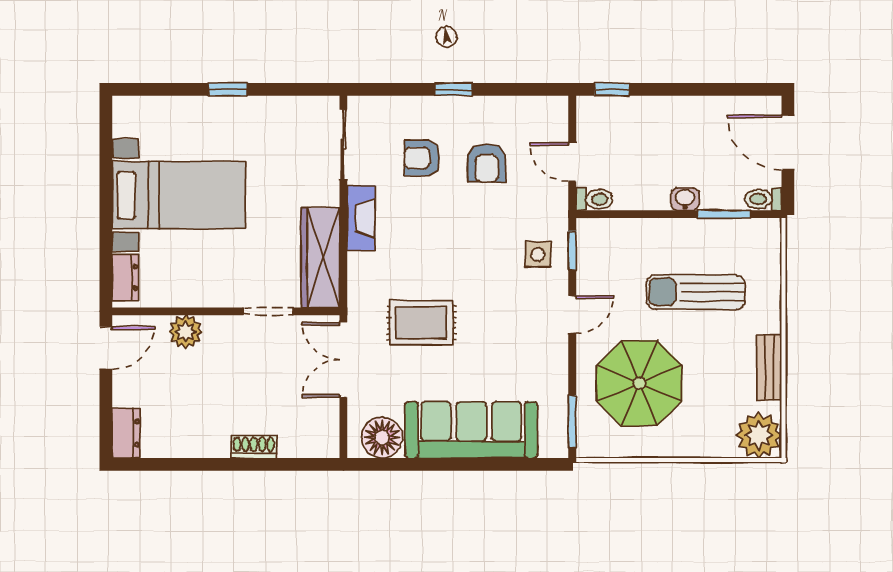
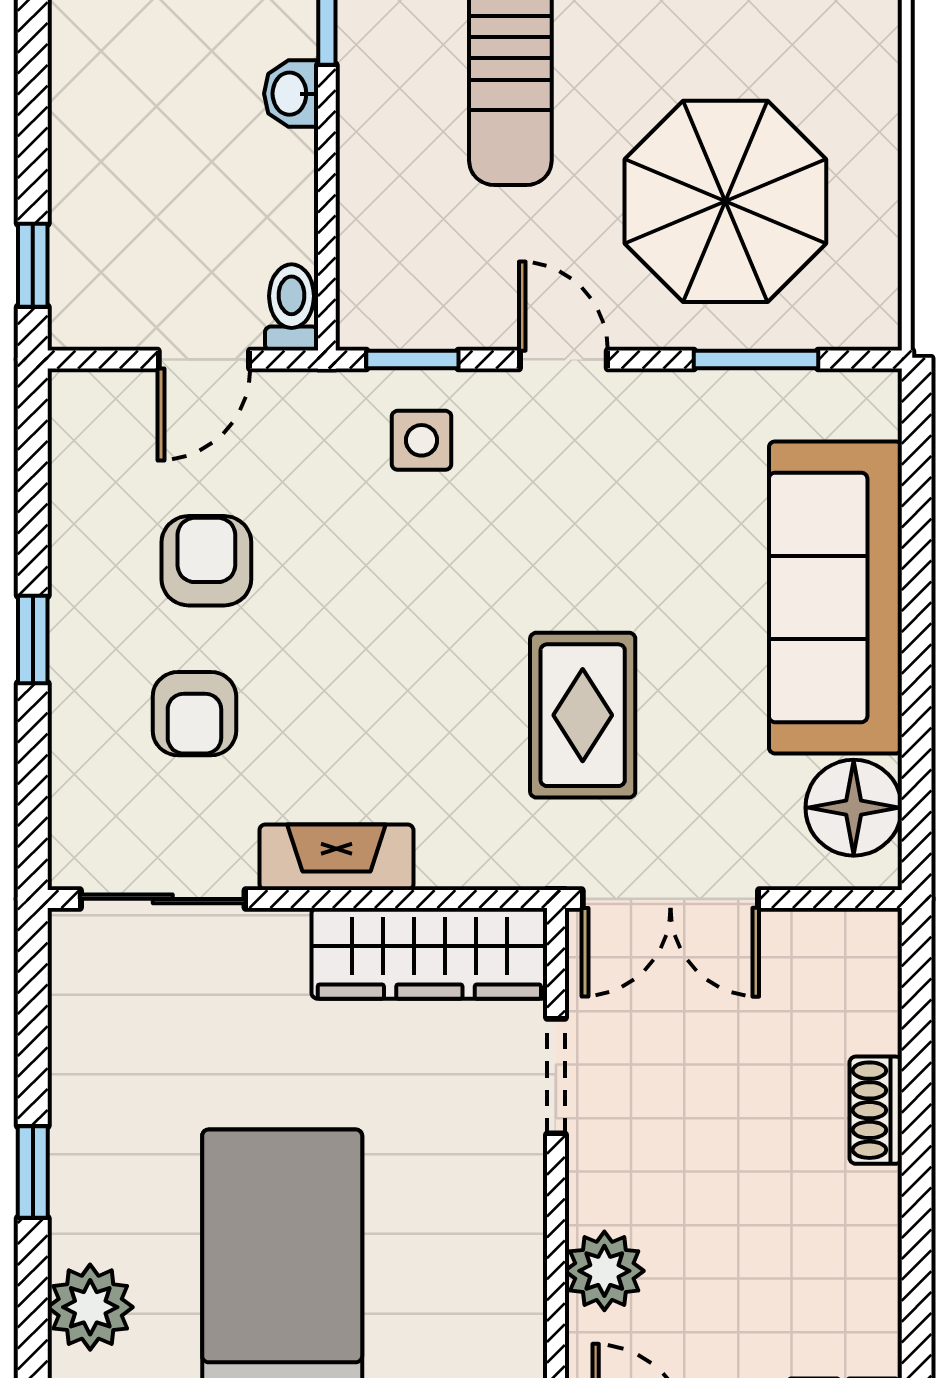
plant: (170, 114) -> (90, 1307), added
armchair: (487, 163) -> (206, 561), turned -90
window: (572, 422) -> (756, 359), moved

